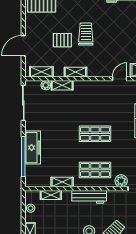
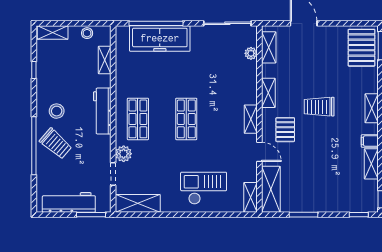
trolley: (86, 34) -> (319, 107), turned 180
pallet: (62, 40) -> (285, 130), moved
shelving: (62, 85) -> (251, 119), moved
freezer: (33, 148) -> (160, 38), width x1.36, depth x1.26
shelving: (62, 182) -> (122, 75), removed

